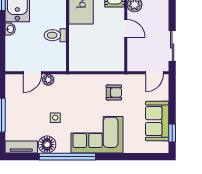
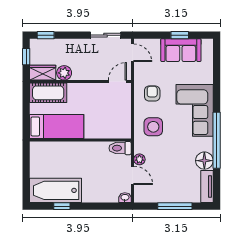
door: (126, 28) -> (117, 82), moved
washbasin: (10, 29) -> (125, 198), moved
toilet: (55, 35) -> (120, 148), moved, turned 90
side table: (55, 118) -> (153, 127), moved, width x1.87, depth x1.87
window: (172, 133) -> (180, 35), moved

